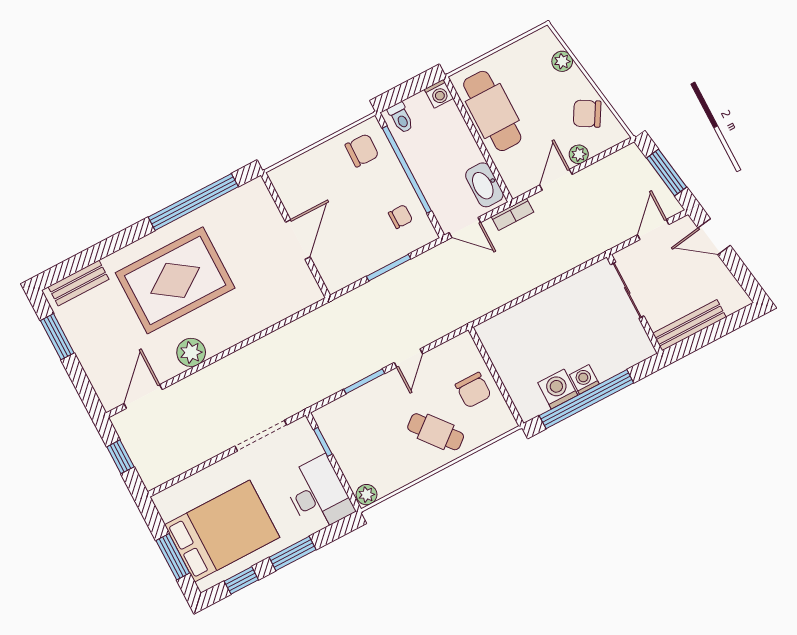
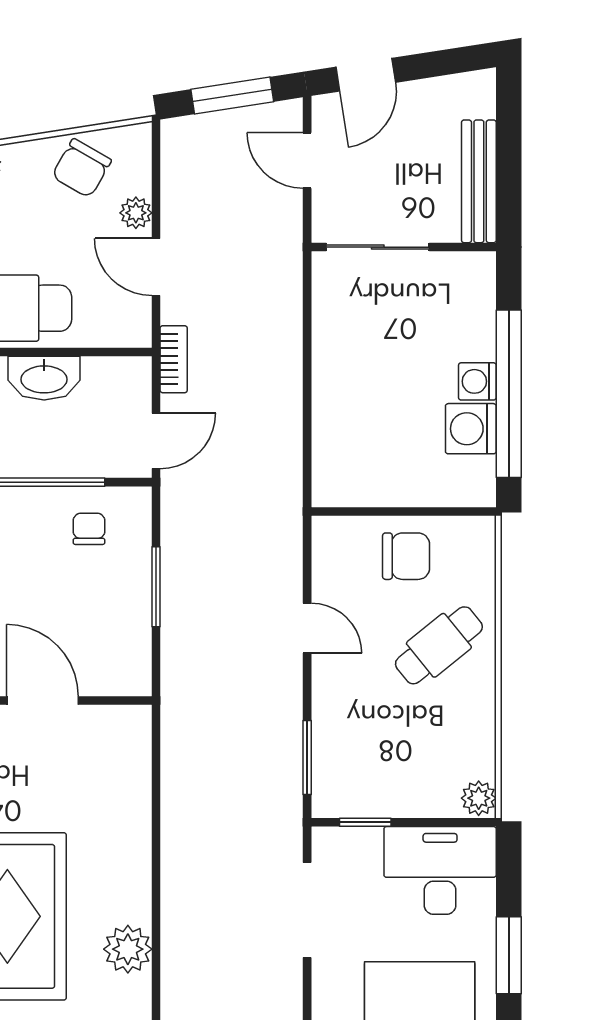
washbasin: (484, 185) -> (44, 378), moved
window: (364, 381) -> (307, 758), moved

